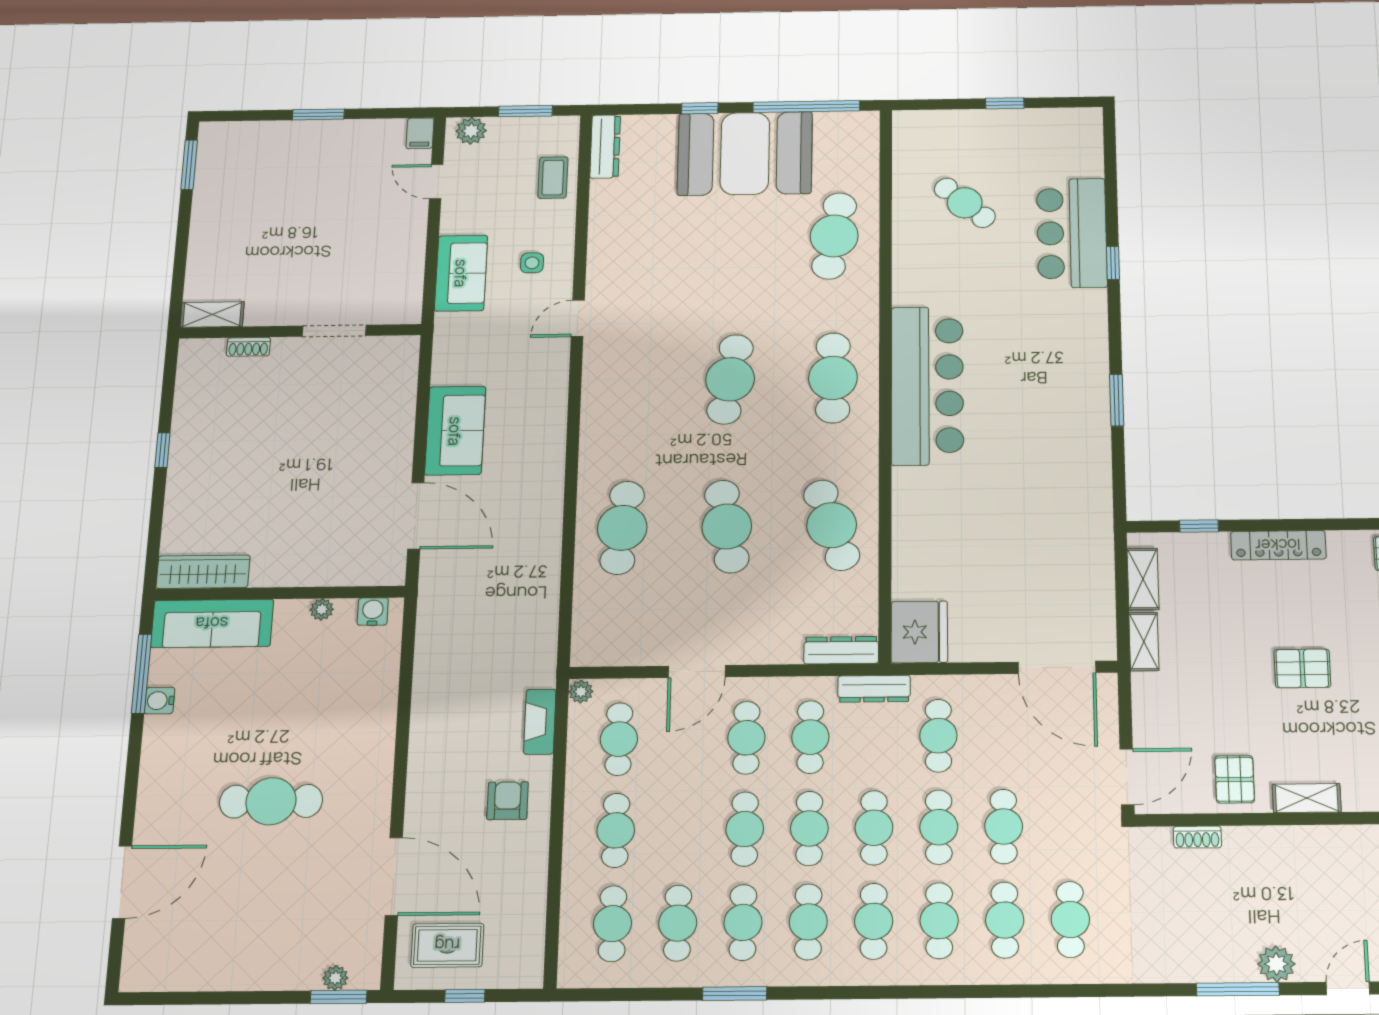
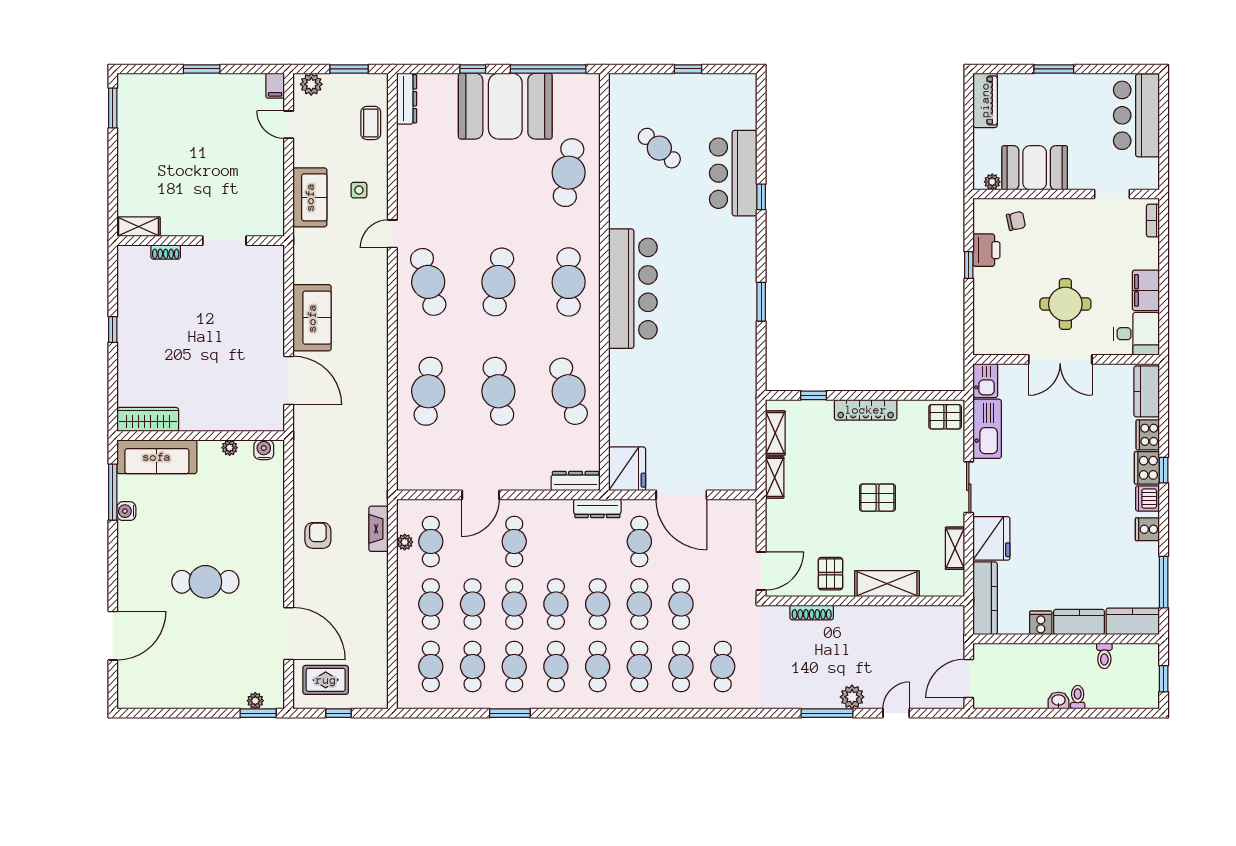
cafe table: (627, 381) -> (428, 282), added
door: (1057, 667) -> (681, 495), moved
plant: (581, 692) -> (405, 542), moved
cafe table: (810, 737) -> (473, 604), moved
shelving: (1307, 798) -> (887, 584), width x1.50, depth x1.33
armchair: (508, 801) -> (318, 535), moved
shoe rack: (1197, 837) -> (812, 612), width x1.43

